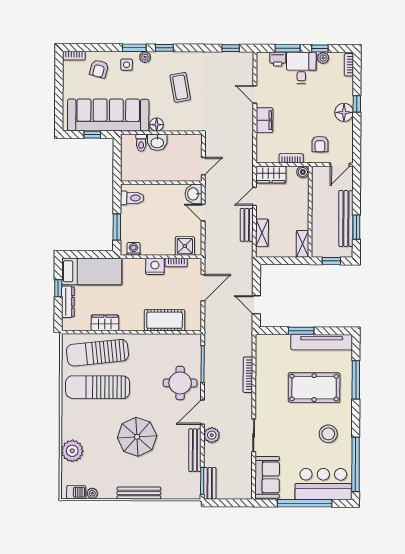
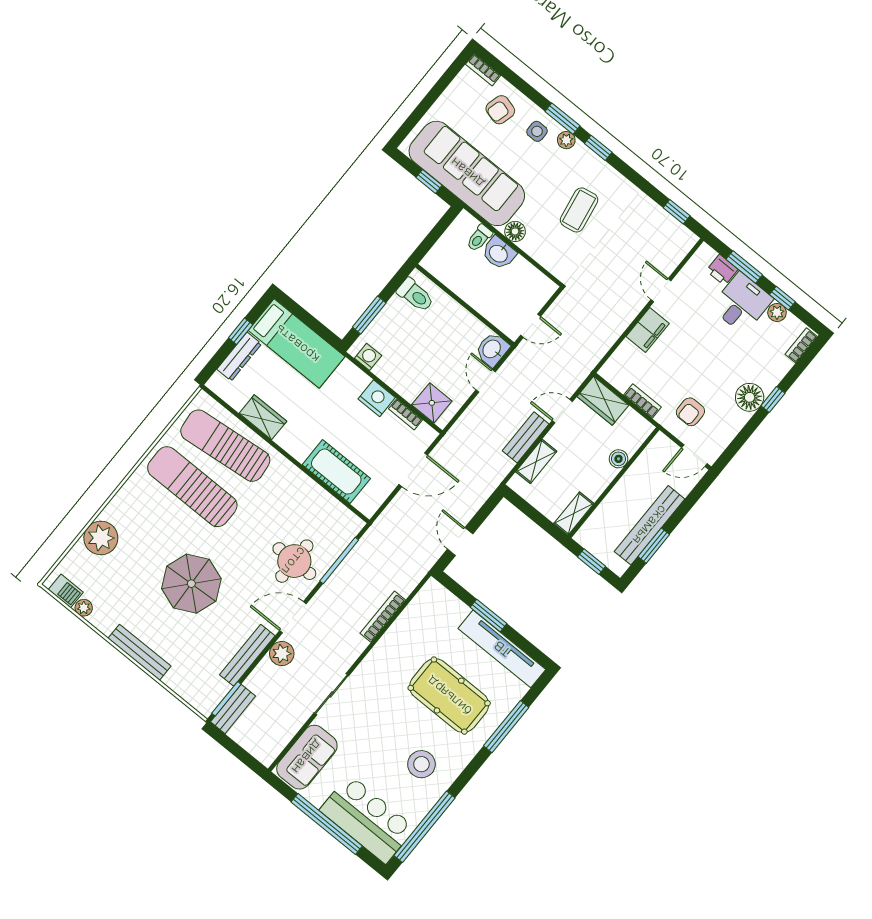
boiler: (303, 172) -> (618, 459), moved

